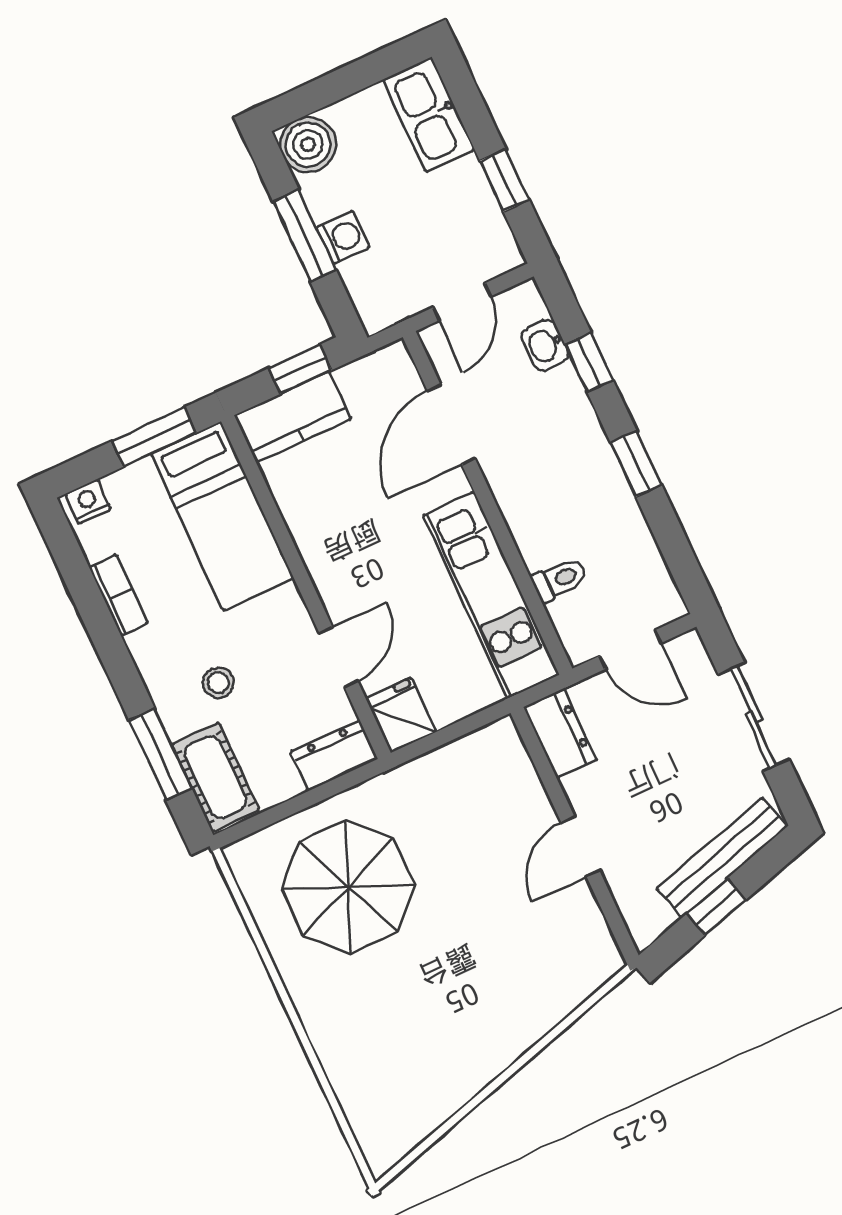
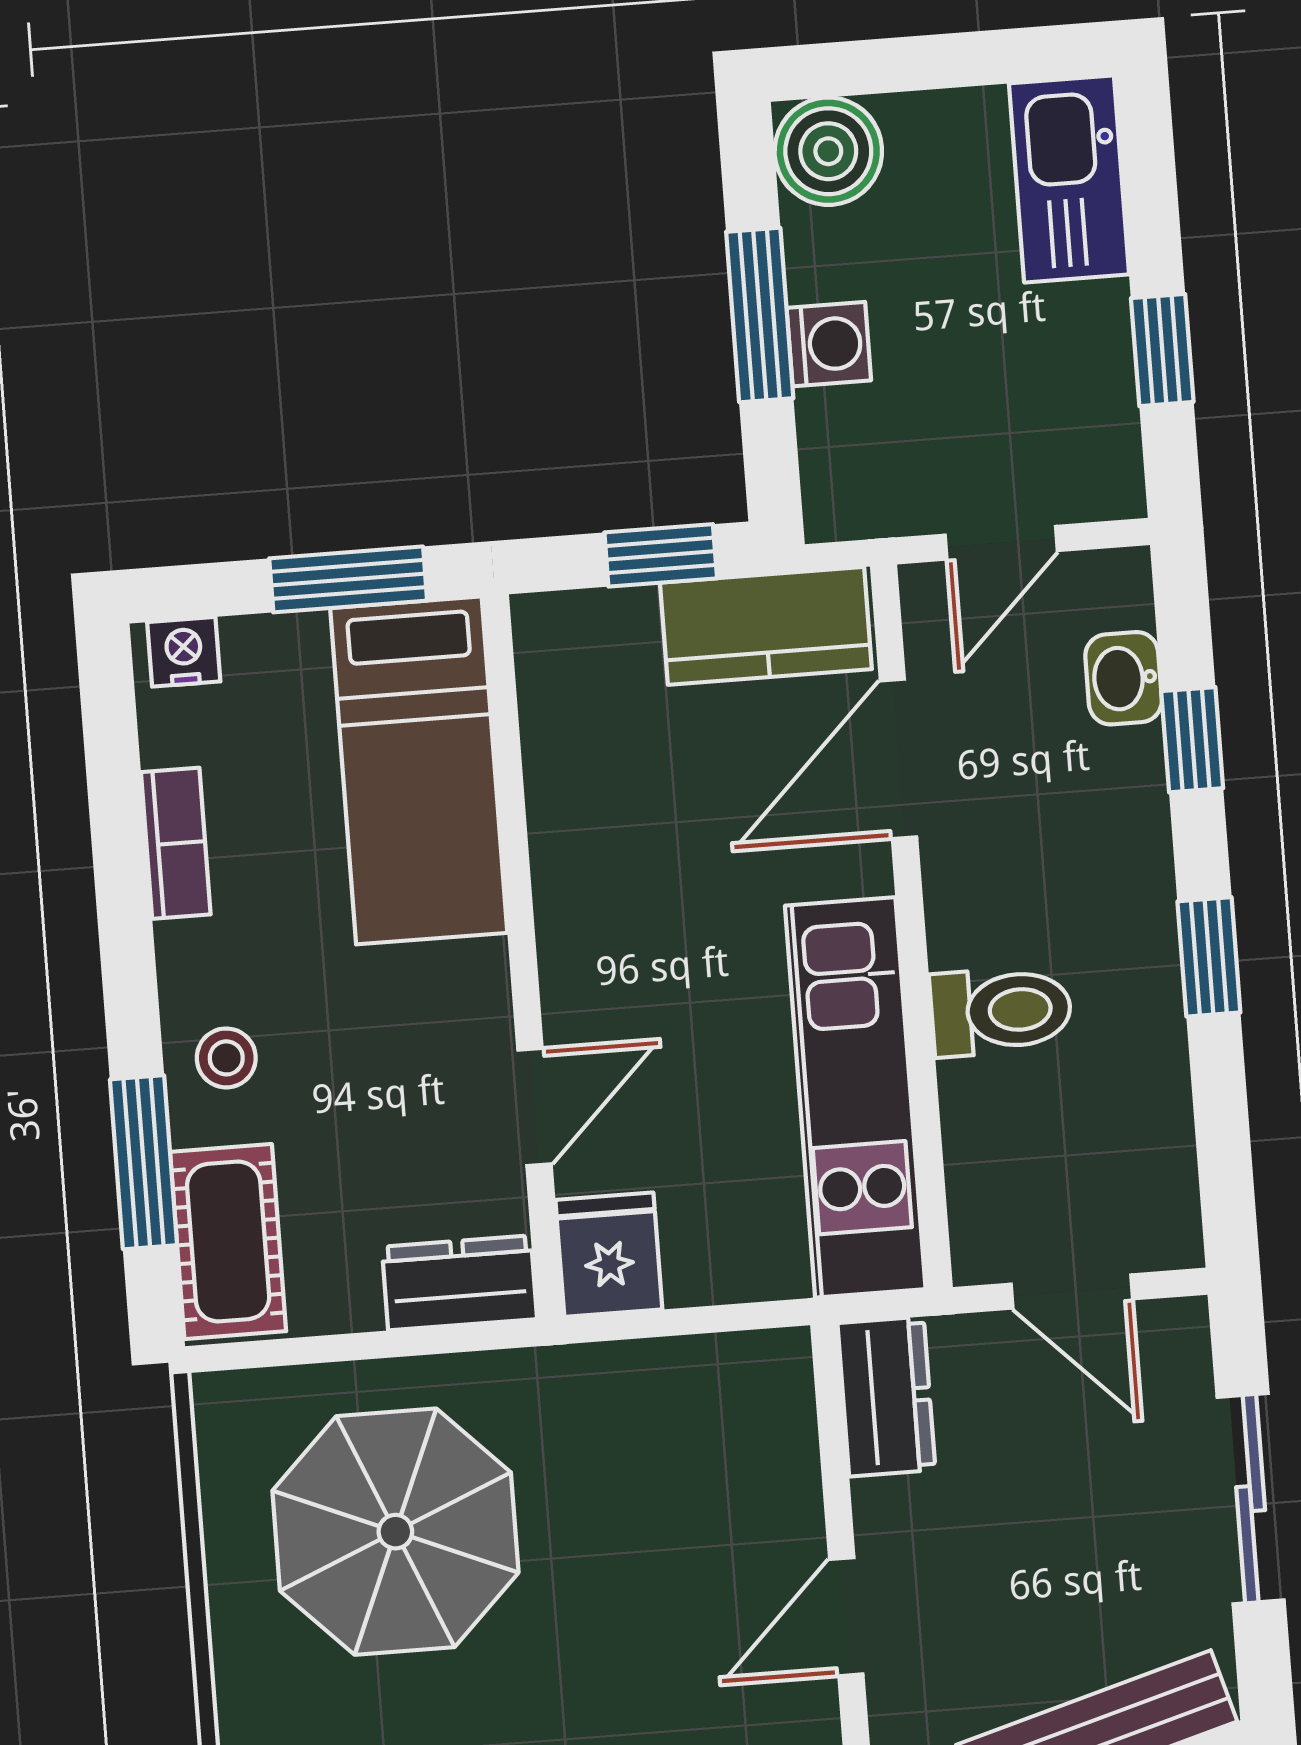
kitchen counter: (293, 417) -> (766, 626), moved
toilet: (559, 580) -> (1001, 1011), moved, width x1.37, depth x1.39
stool: (218, 683) -> (226, 1058), moved

